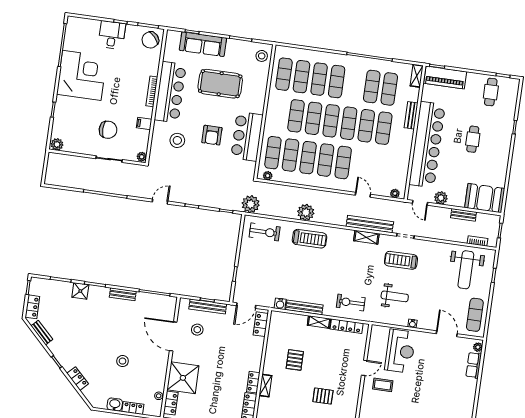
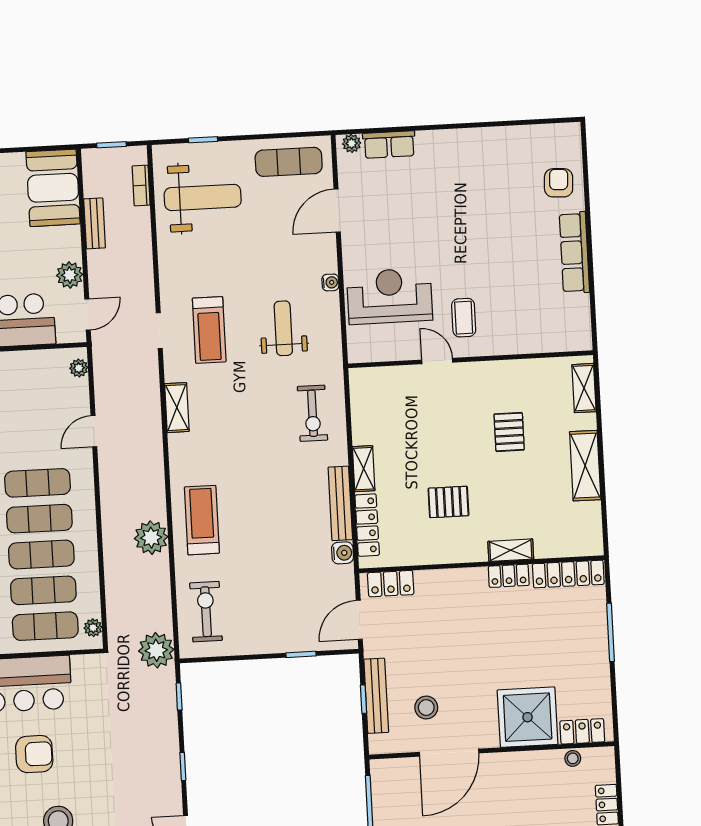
bench: (370, 224) -> (149, 406), removed
door: (246, 306) -> (359, 620), swing flipped
locker: (347, 326) -> (367, 525), moved

